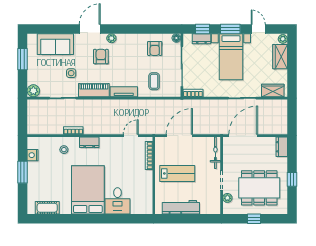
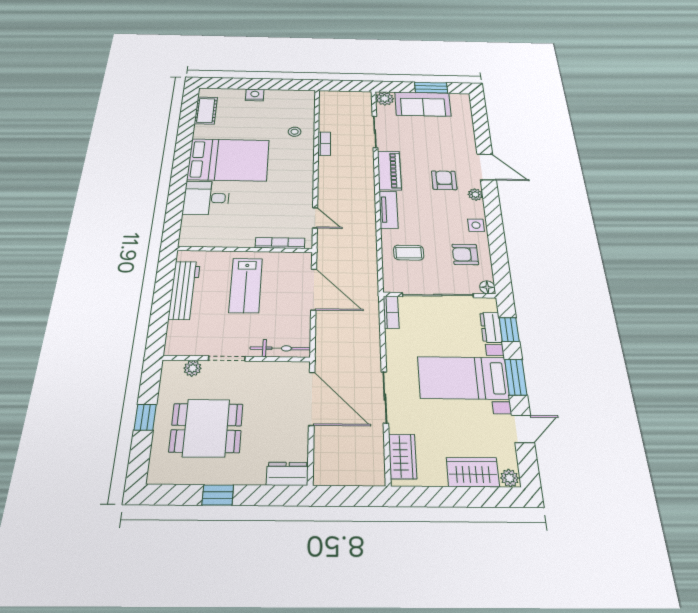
sofa: (55, 44) -> (423, 104), moved, turned -90
armchair: (101, 57) -> (444, 180), turned -90
side table: (71, 73) -> (476, 225), moved
dresser: (89, 142) -> (305, 163), removed
nightstand: (33, 155) -> (255, 95), moved
window: (23, 172) -> (263, 84), removed
dining table: (259, 188) -> (206, 428), width x0.73

